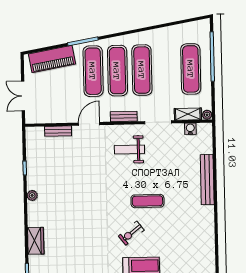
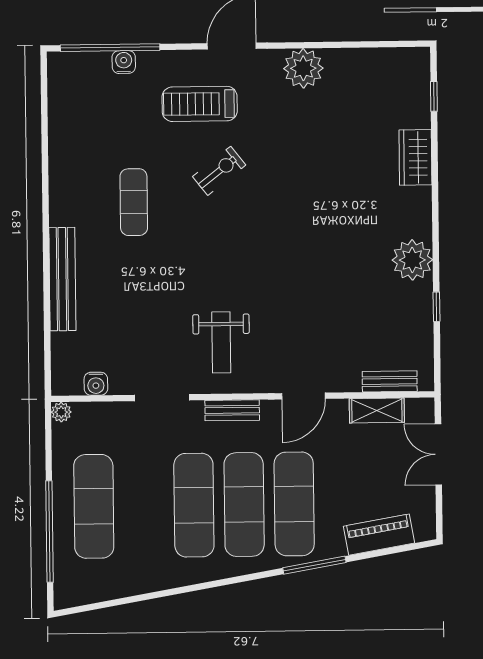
piano: (52, 59) -> (379, 535), width x0.73, depth x0.75
double door: (23, 96) -> (438, 454), swing flipped
shelving: (188, 114) -> (377, 410), moved
bench: (58, 131) -> (390, 381), moved
weight bench: (129, 150) -> (221, 342), turned 90
plant: (32, 195) -> (412, 260), width x1.87, depth x1.87
exercise mat: (147, 201) -> (134, 202), moved, turned 90

